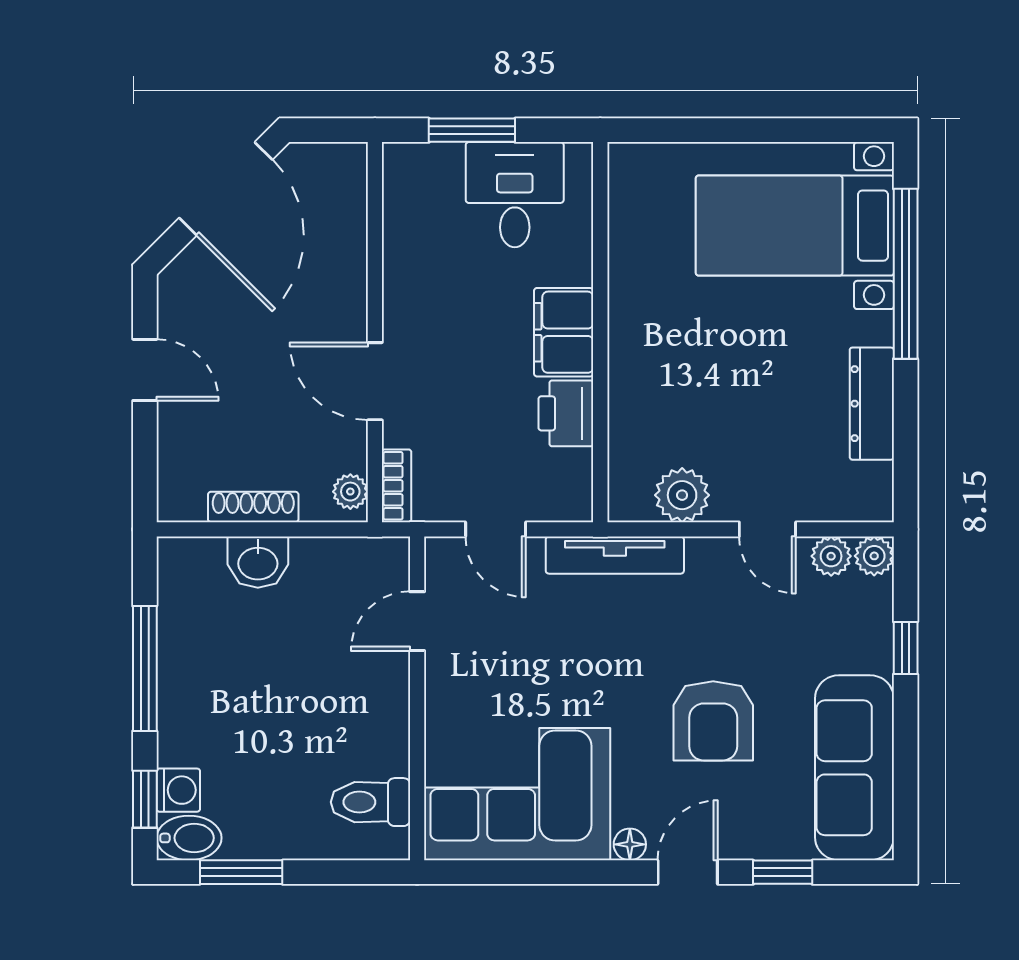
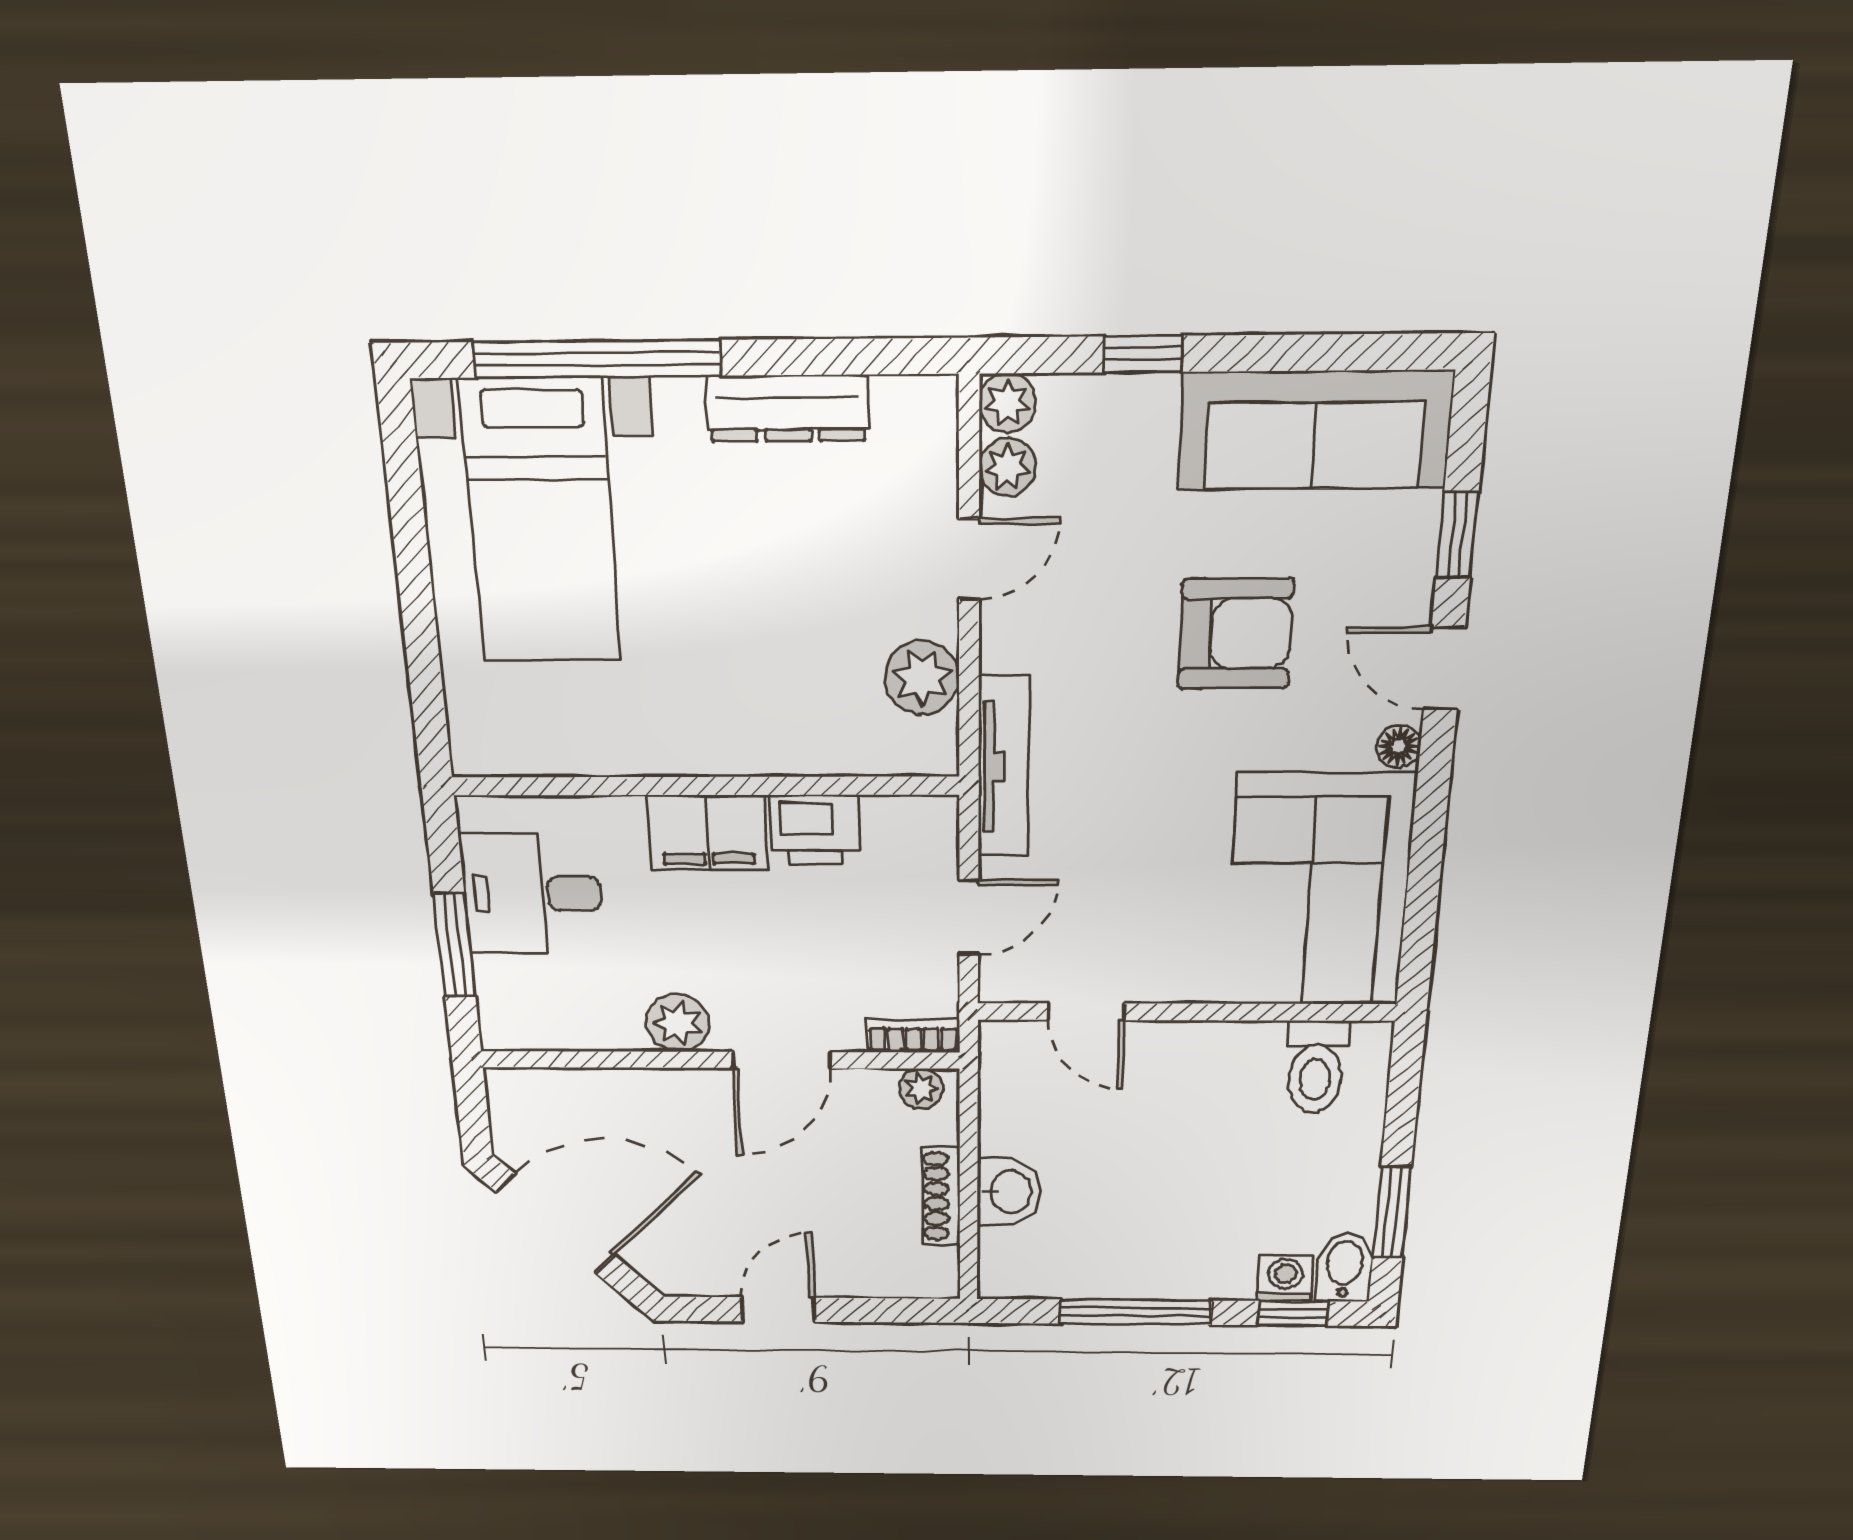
plant: (407, 300) -> (678, 1023), added

